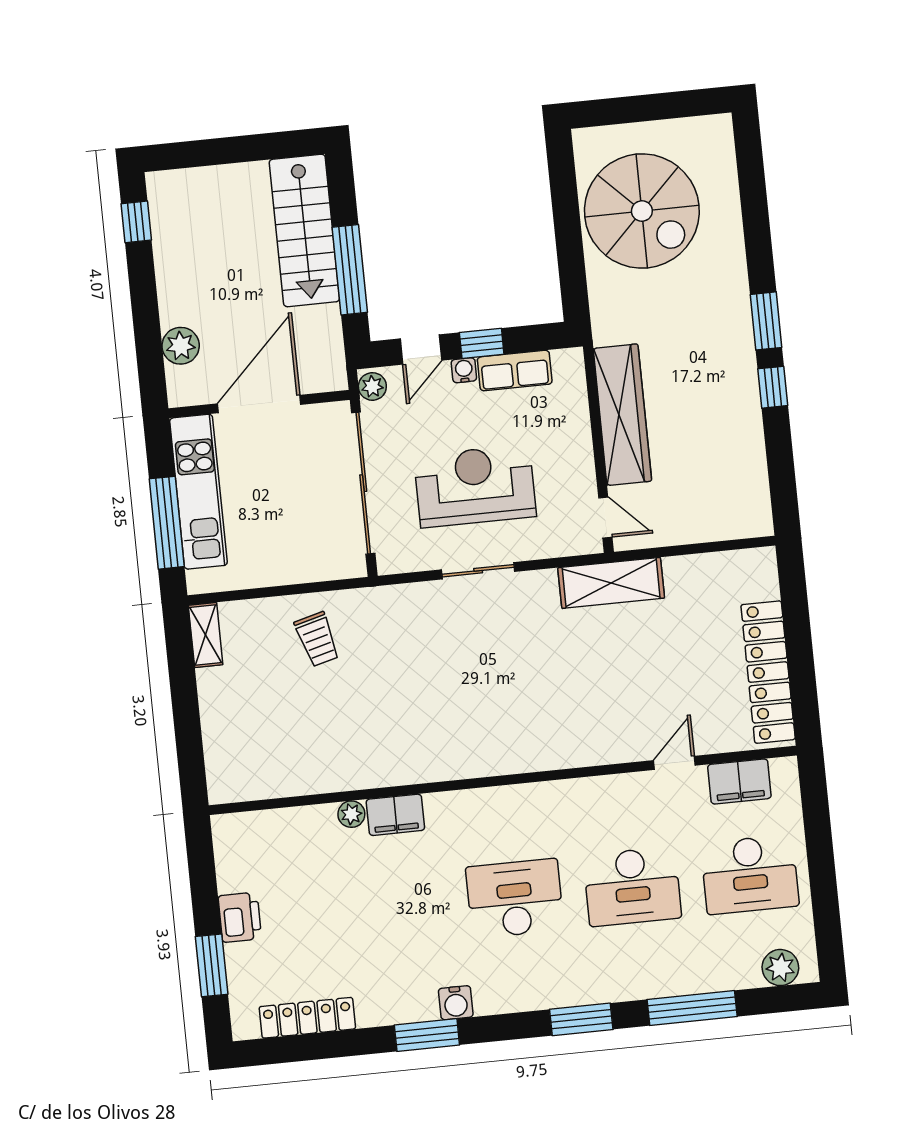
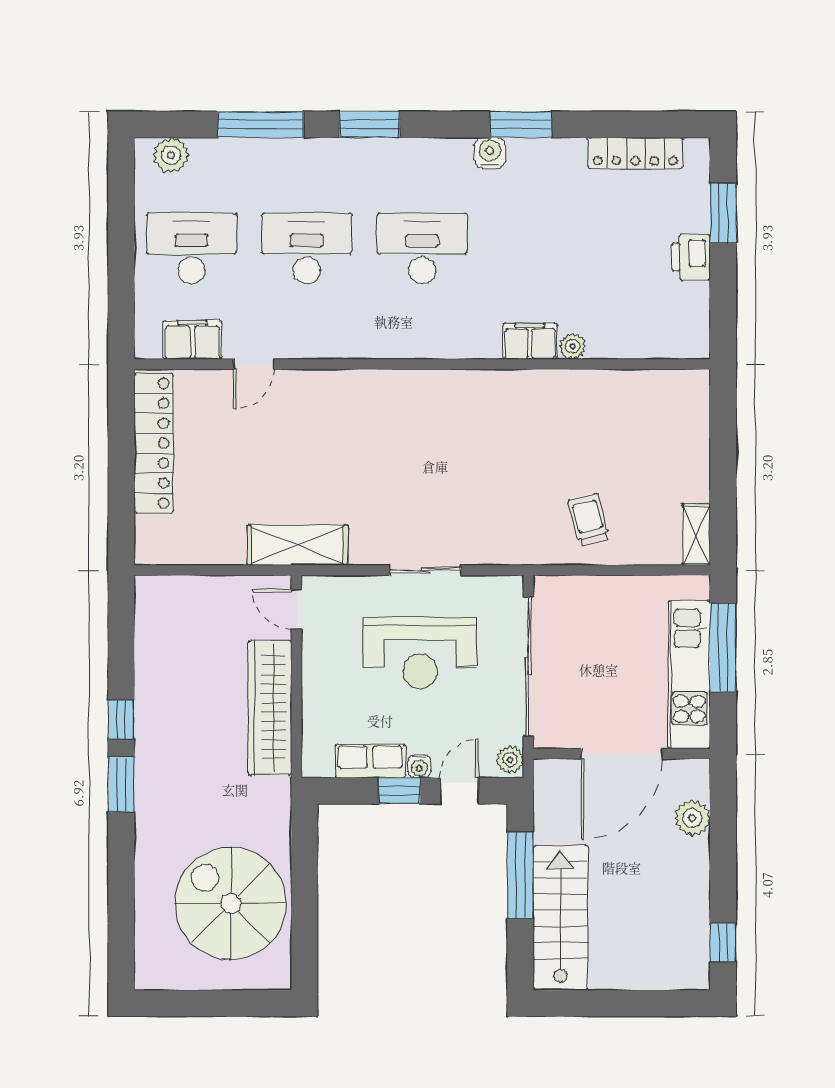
desk: (515, 898) -> (422, 248), turned 180

